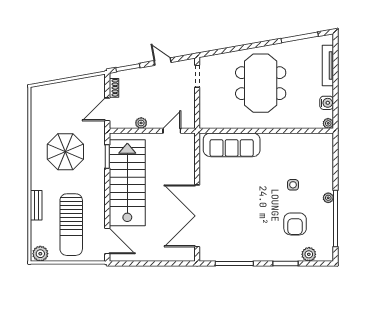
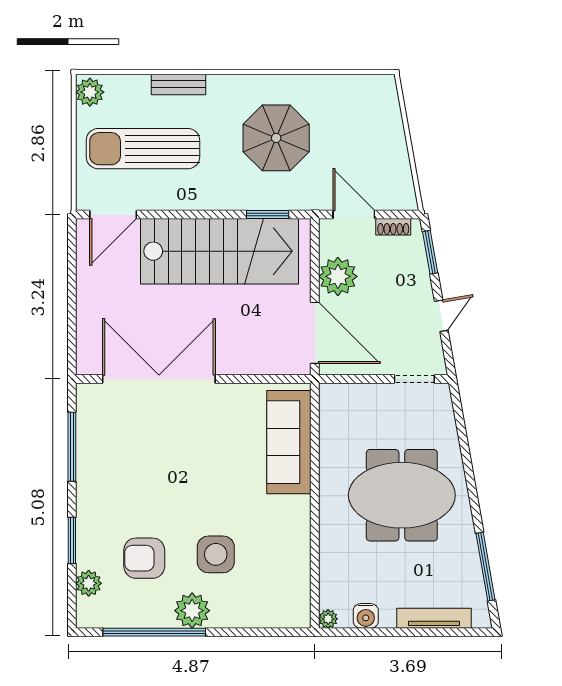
plant: (141, 123) -> (338, 276), width x1.87, depth x1.87
door: (172, 131) -> (315, 333), width x1.87
side table: (293, 185) -> (216, 554), width x1.87, depth x1.87
plant: (328, 198) -> (192, 611), width x1.88, depth x1.88

